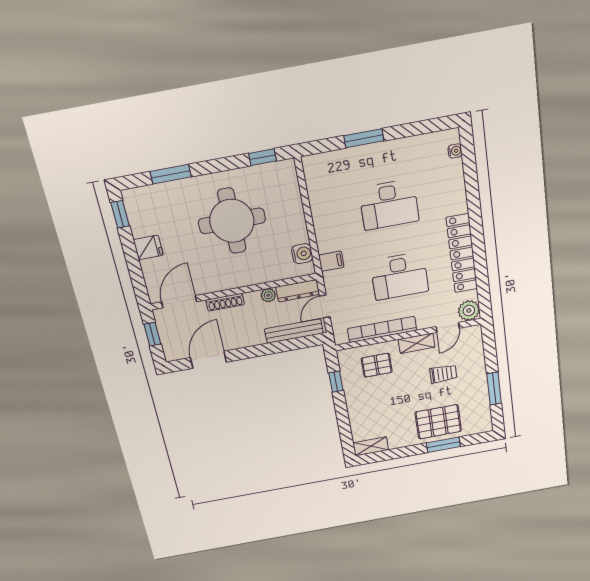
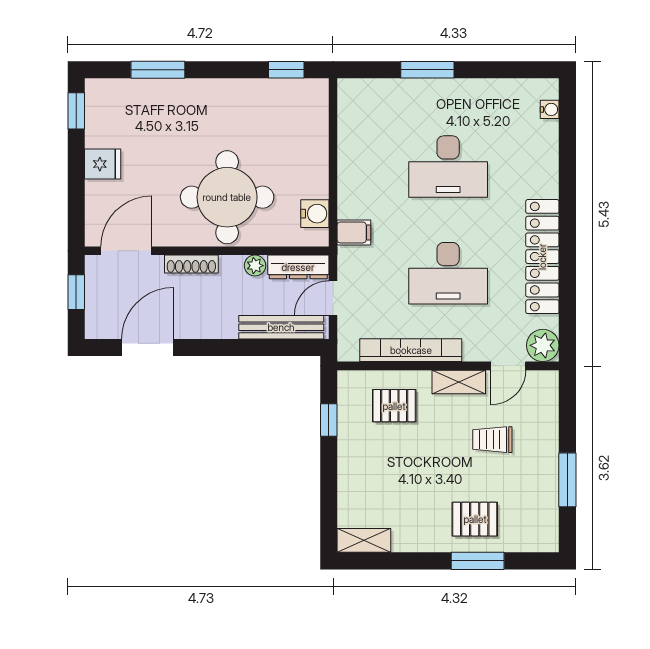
round table: (232, 221) -> (227, 197), moved
trolley: (443, 374) -> (492, 440), turned 180
pallet: (438, 422) -> (475, 519), width x0.67, depth x0.71

